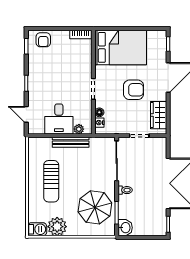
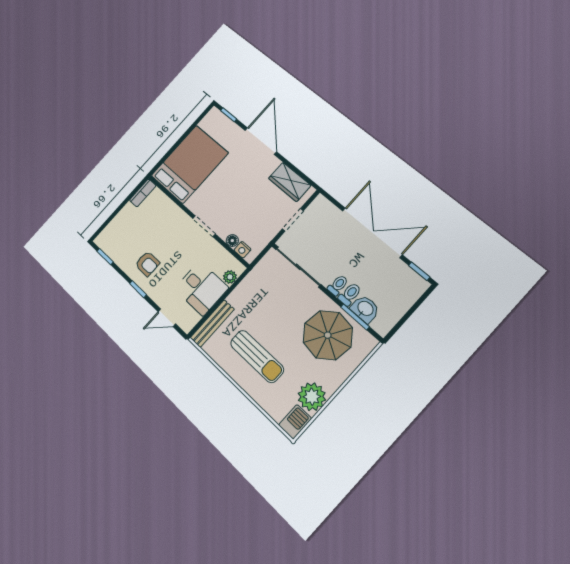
armchair: (43, 40) -> (147, 264), moved
armchair: (134, 90) -> (241, 186), removed
bench: (71, 142) -> (212, 324), moved
toilet: (126, 200) -> (350, 294), added
washbasin: (125, 228) -> (365, 309), moved

